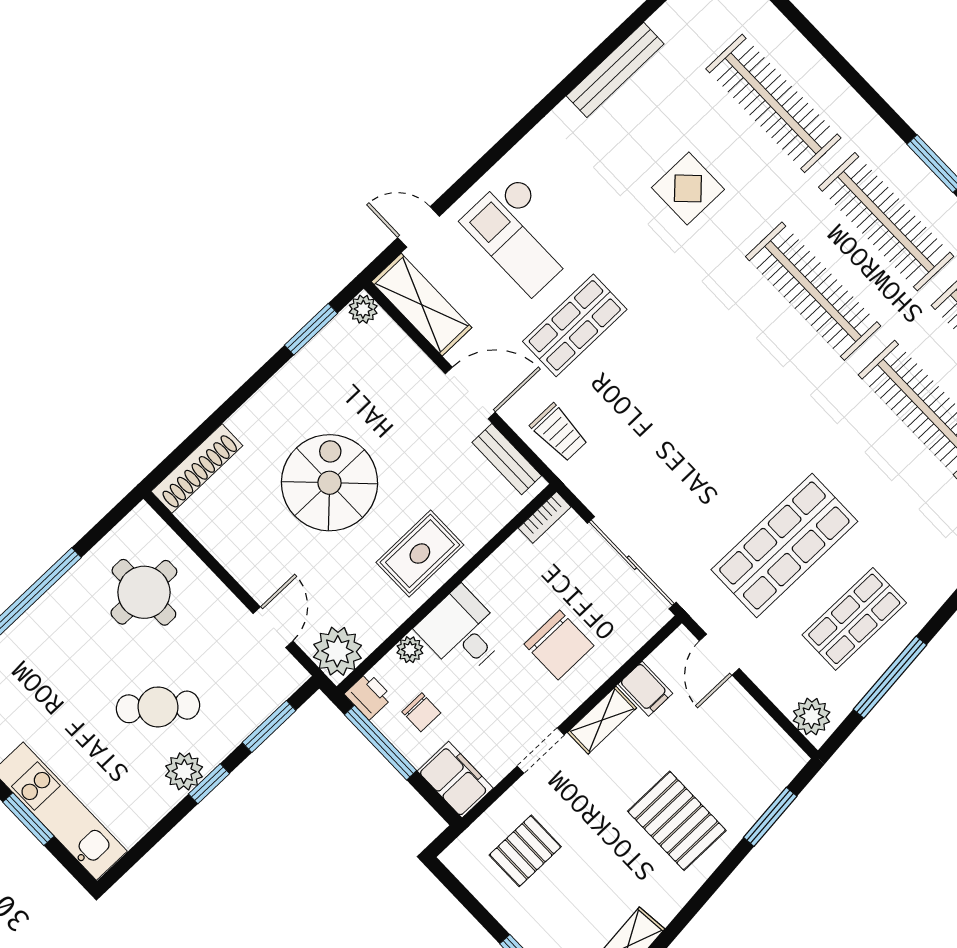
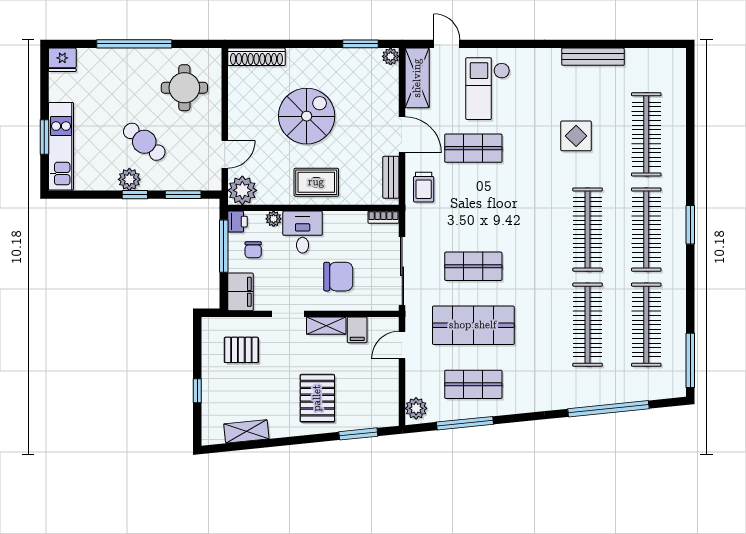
shop shelf: (715, 472) -> (473, 266), added
chair: (559, 645) -> (338, 277), turned -90

